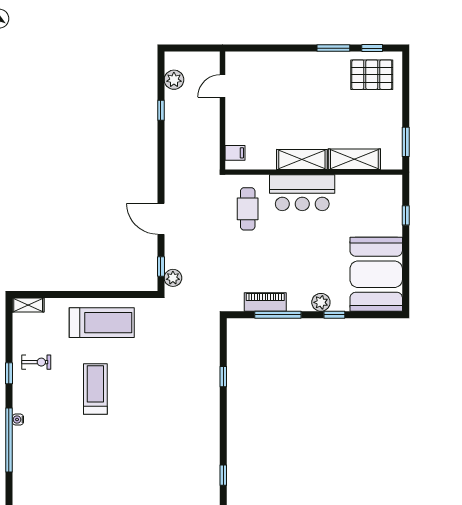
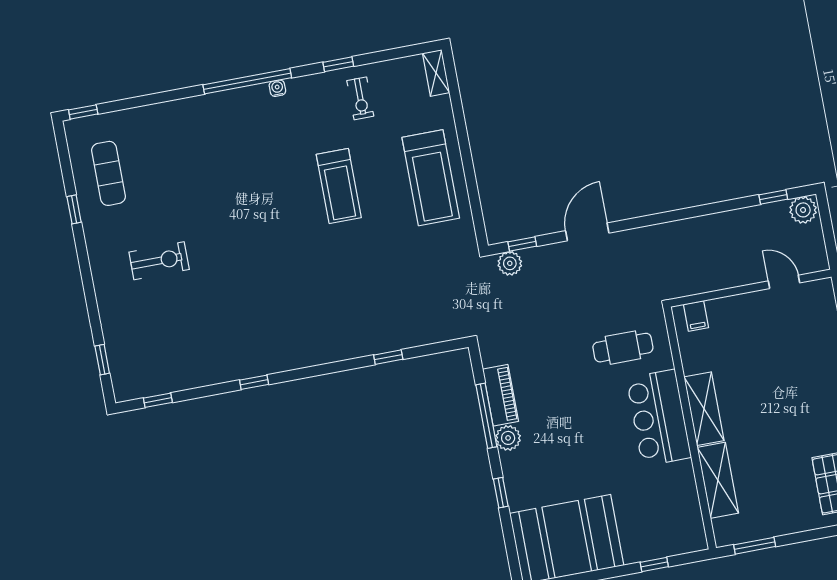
plant: (174, 80) -> (803, 210), moved
window: (161, 110) -> (773, 197), moved
plant: (321, 302) -> (508, 438), moved
treadmill: (95, 389) -> (339, 186), turned 90

